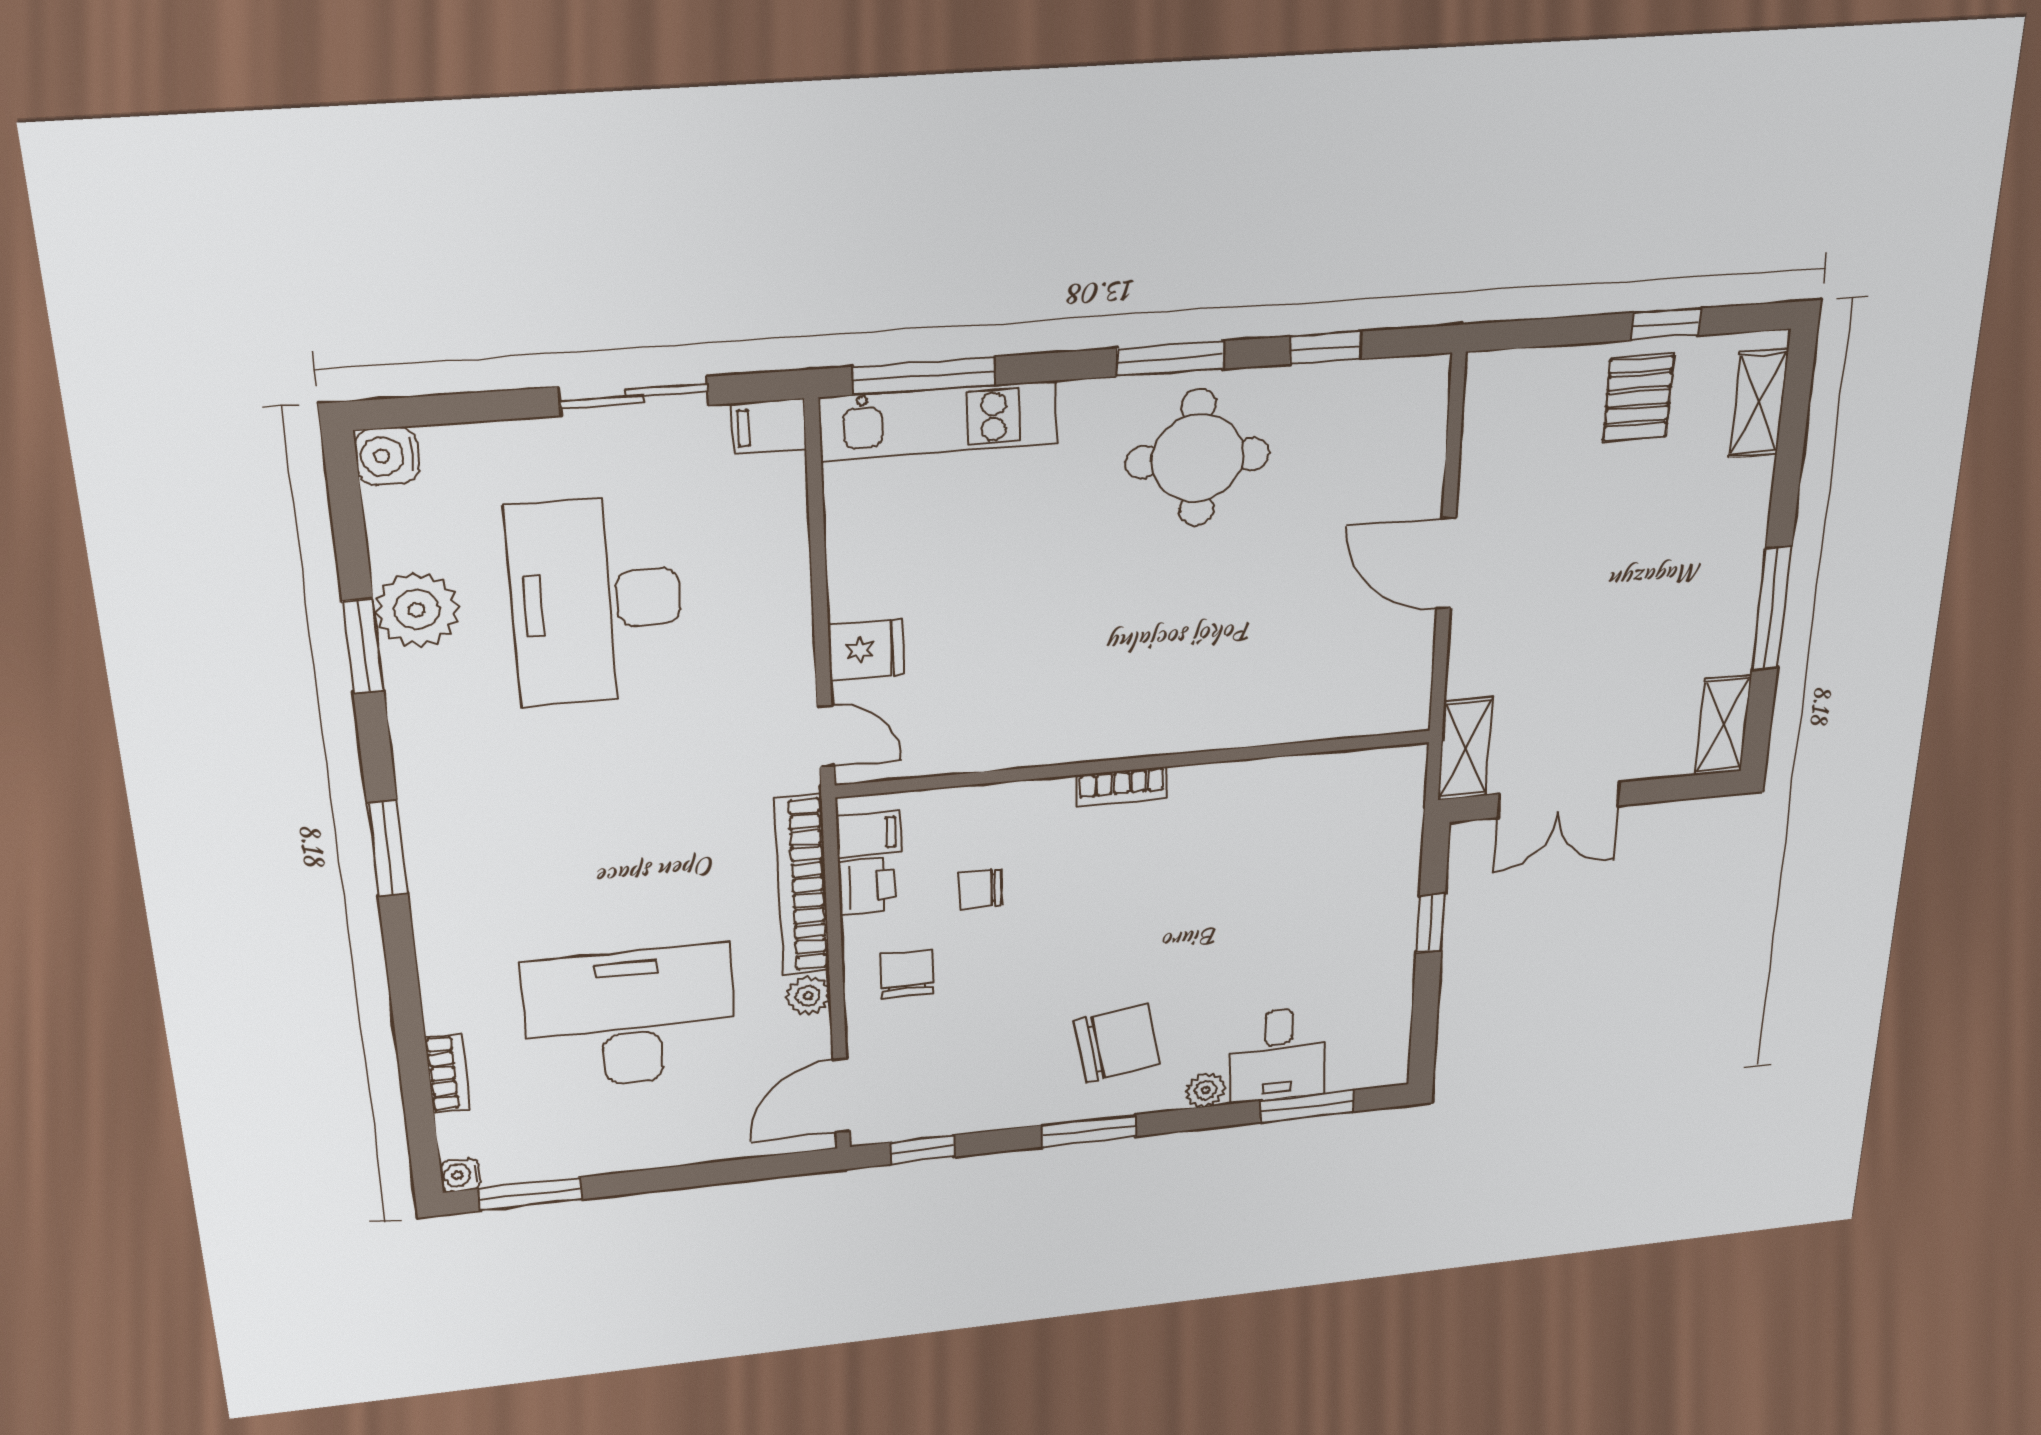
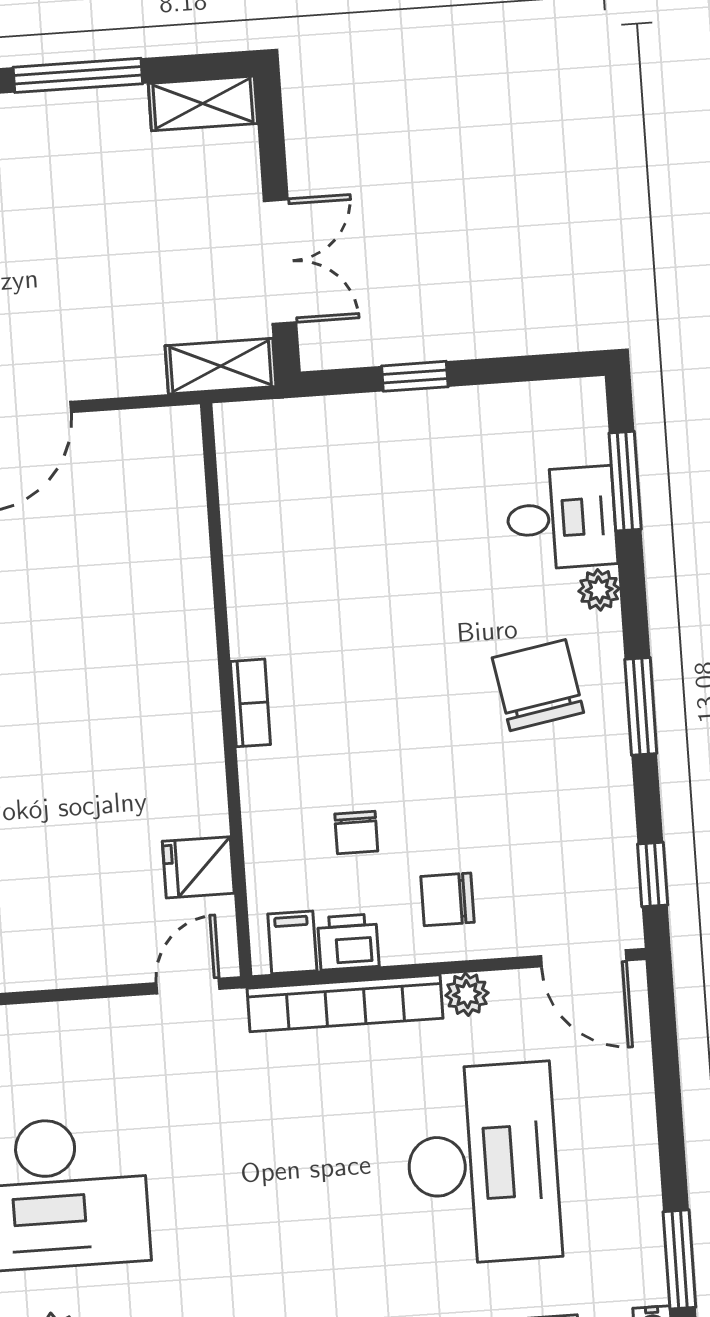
fridge: (866, 650) -> (198, 867), moved, turned -90
desk: (630, 1018) -> (483, 1164), turned 180

